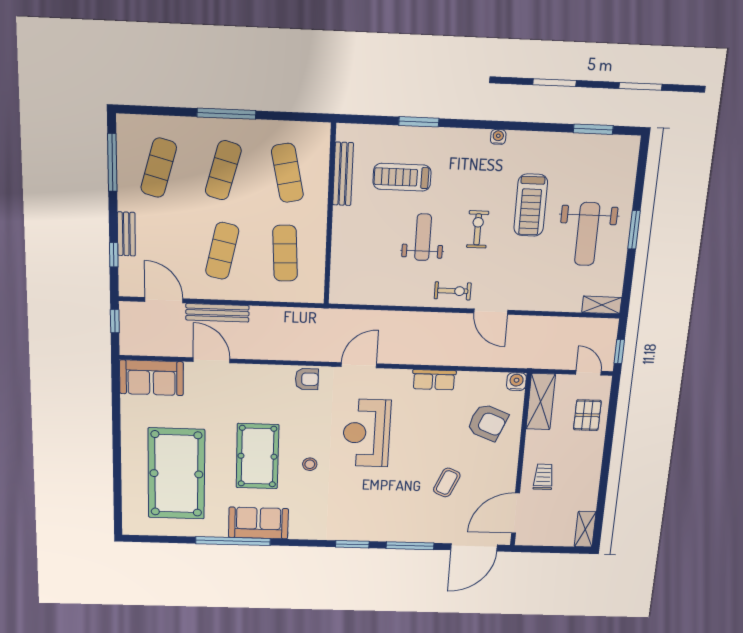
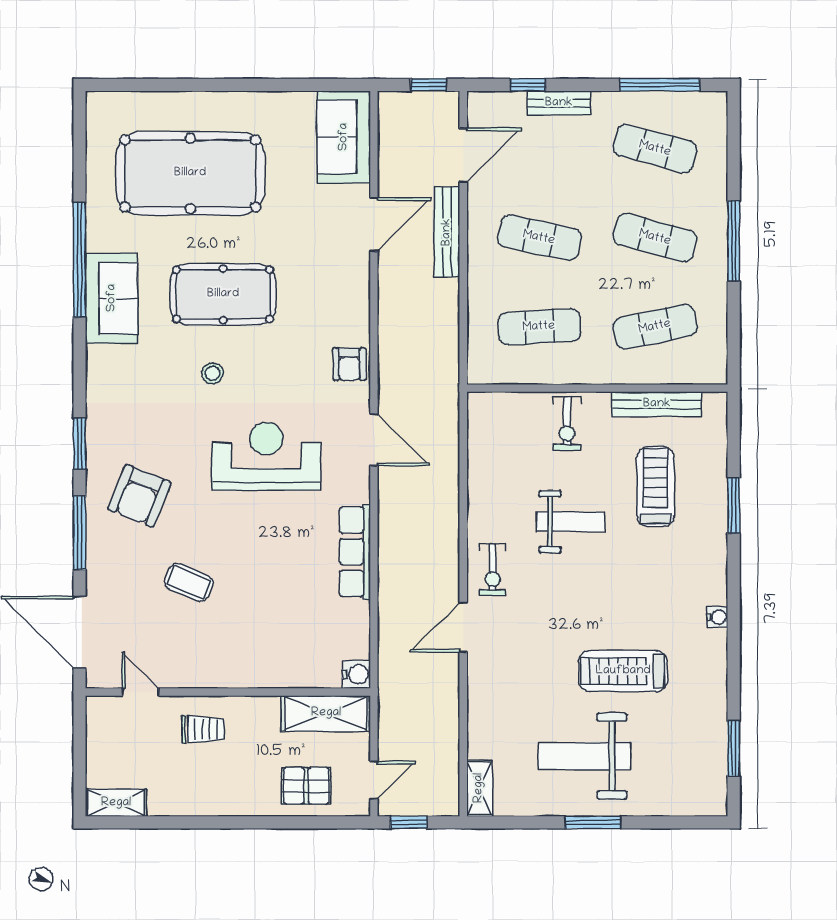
exercise bike: (478, 229) -> (567, 424), moved, turned 90
row of seats: (434, 380) -> (355, 552), width x1.48
armchair: (488, 422) -> (139, 496), moved
door: (516, 513) -> (140, 692), width x0.53

